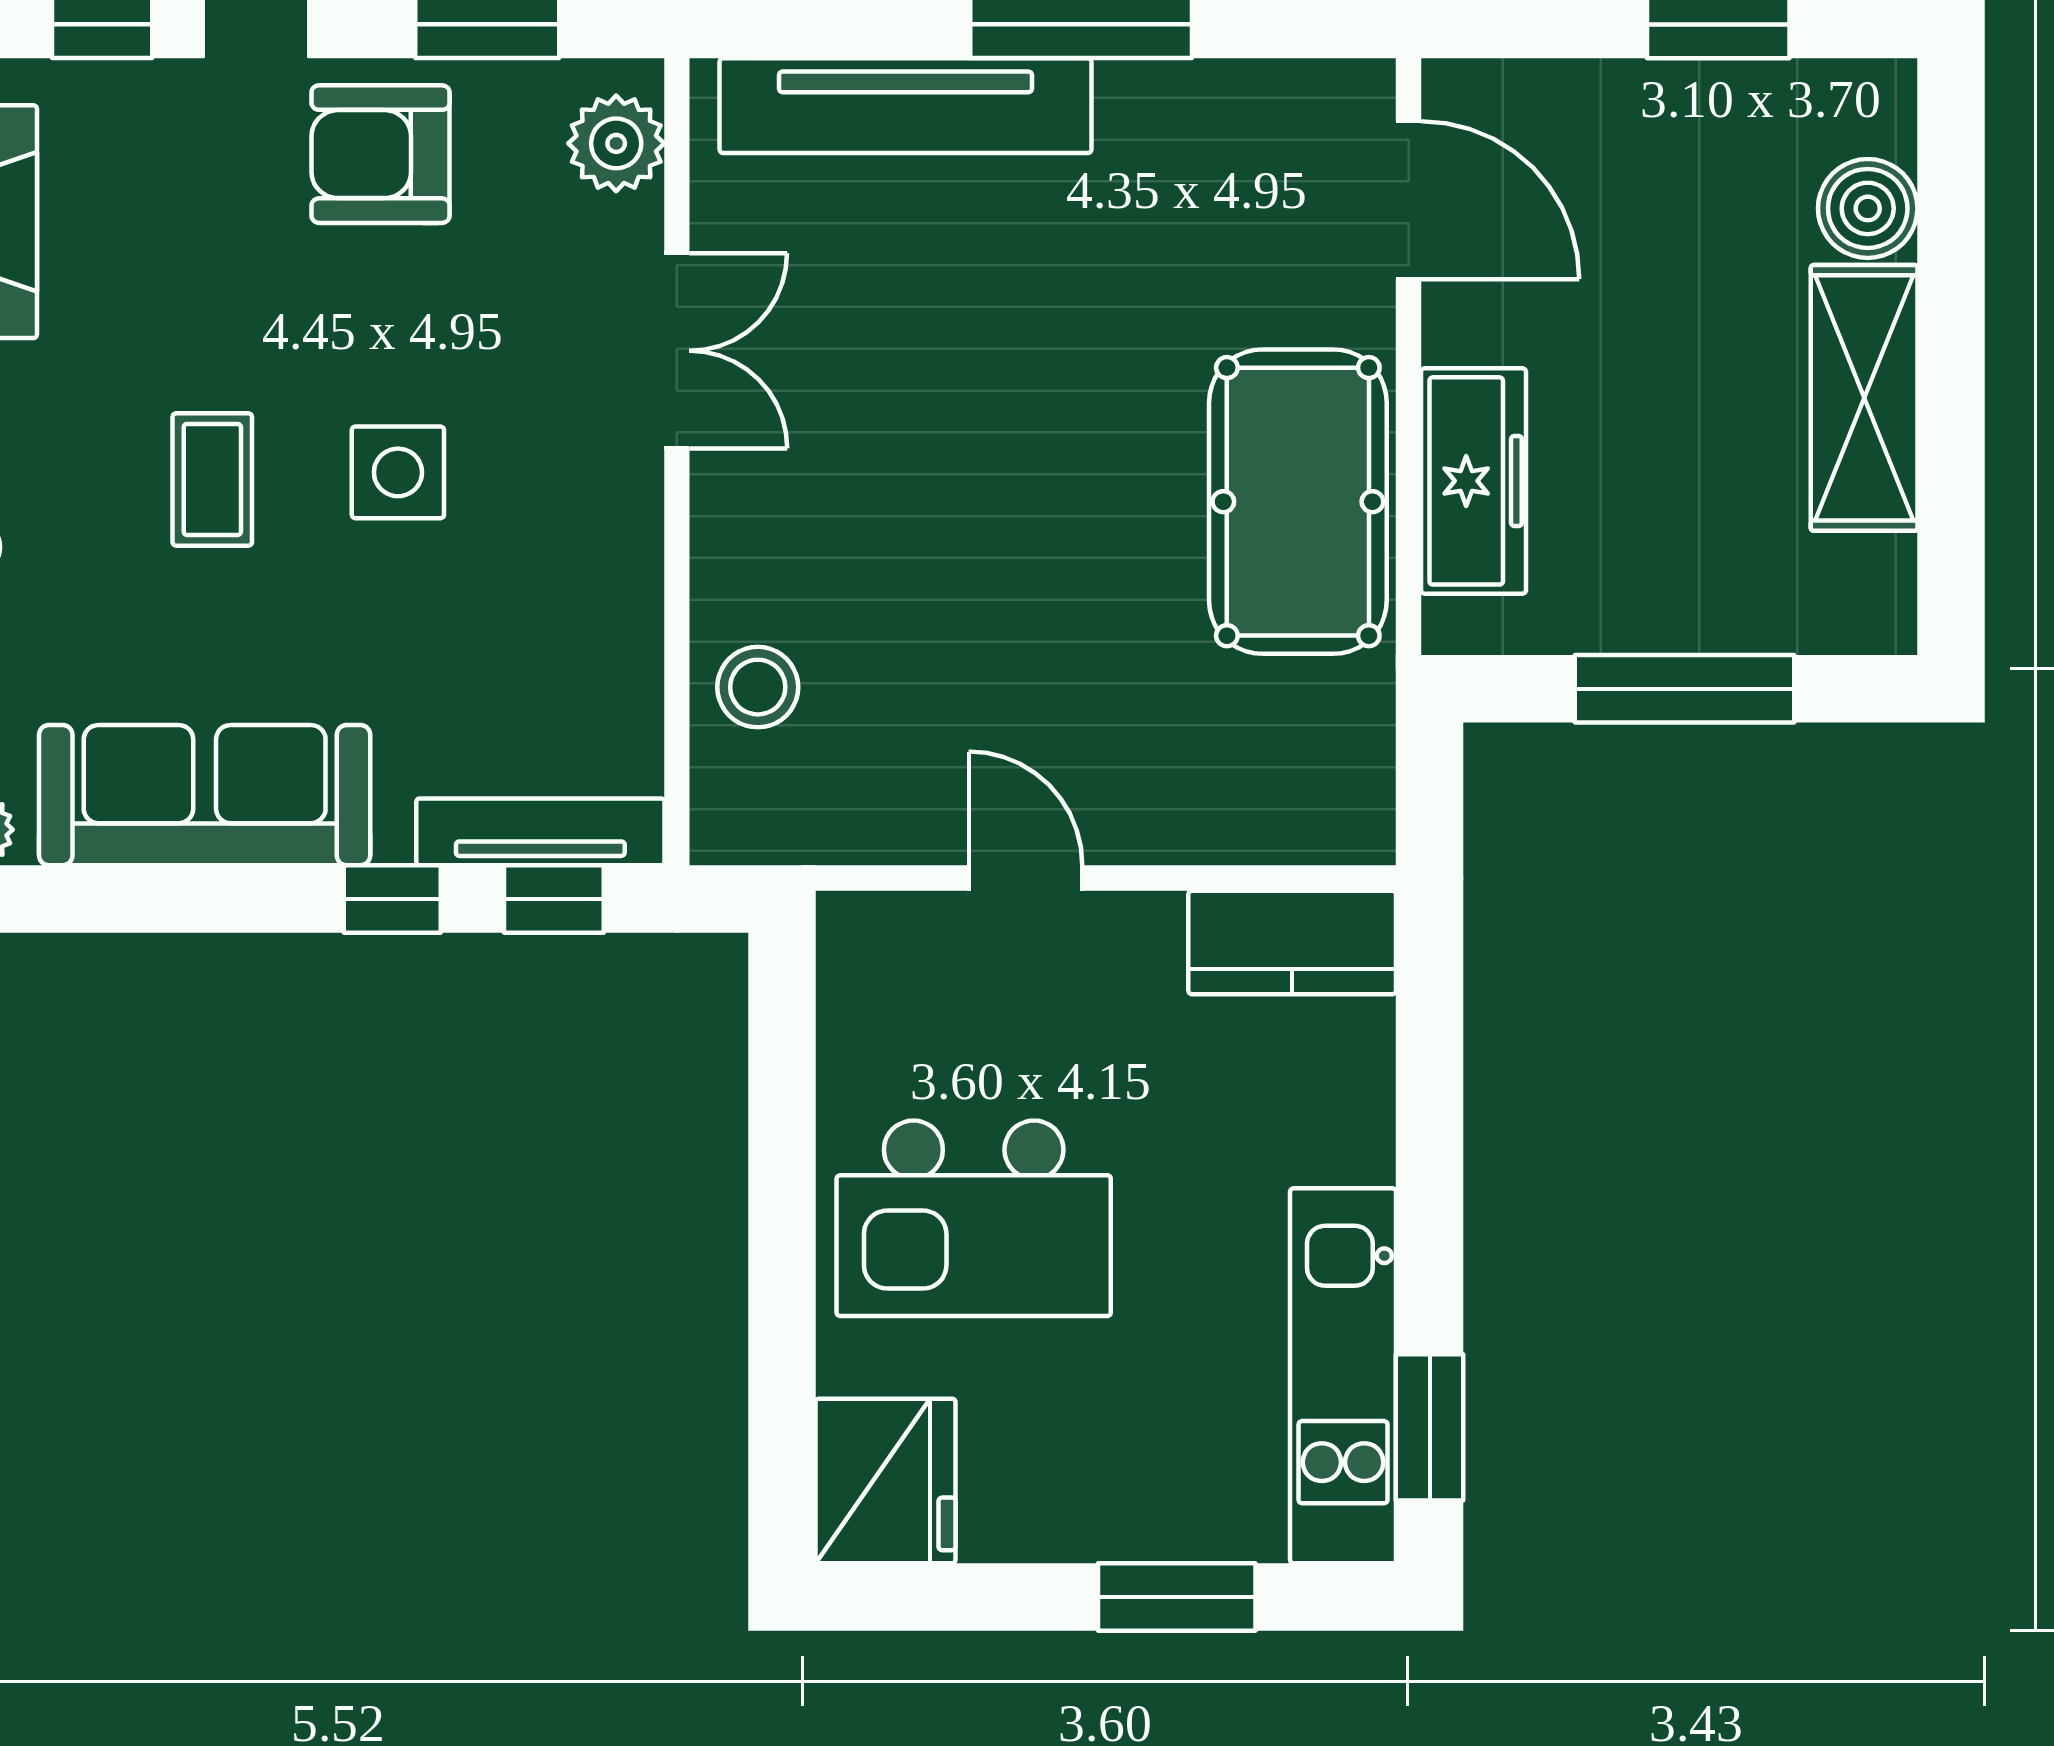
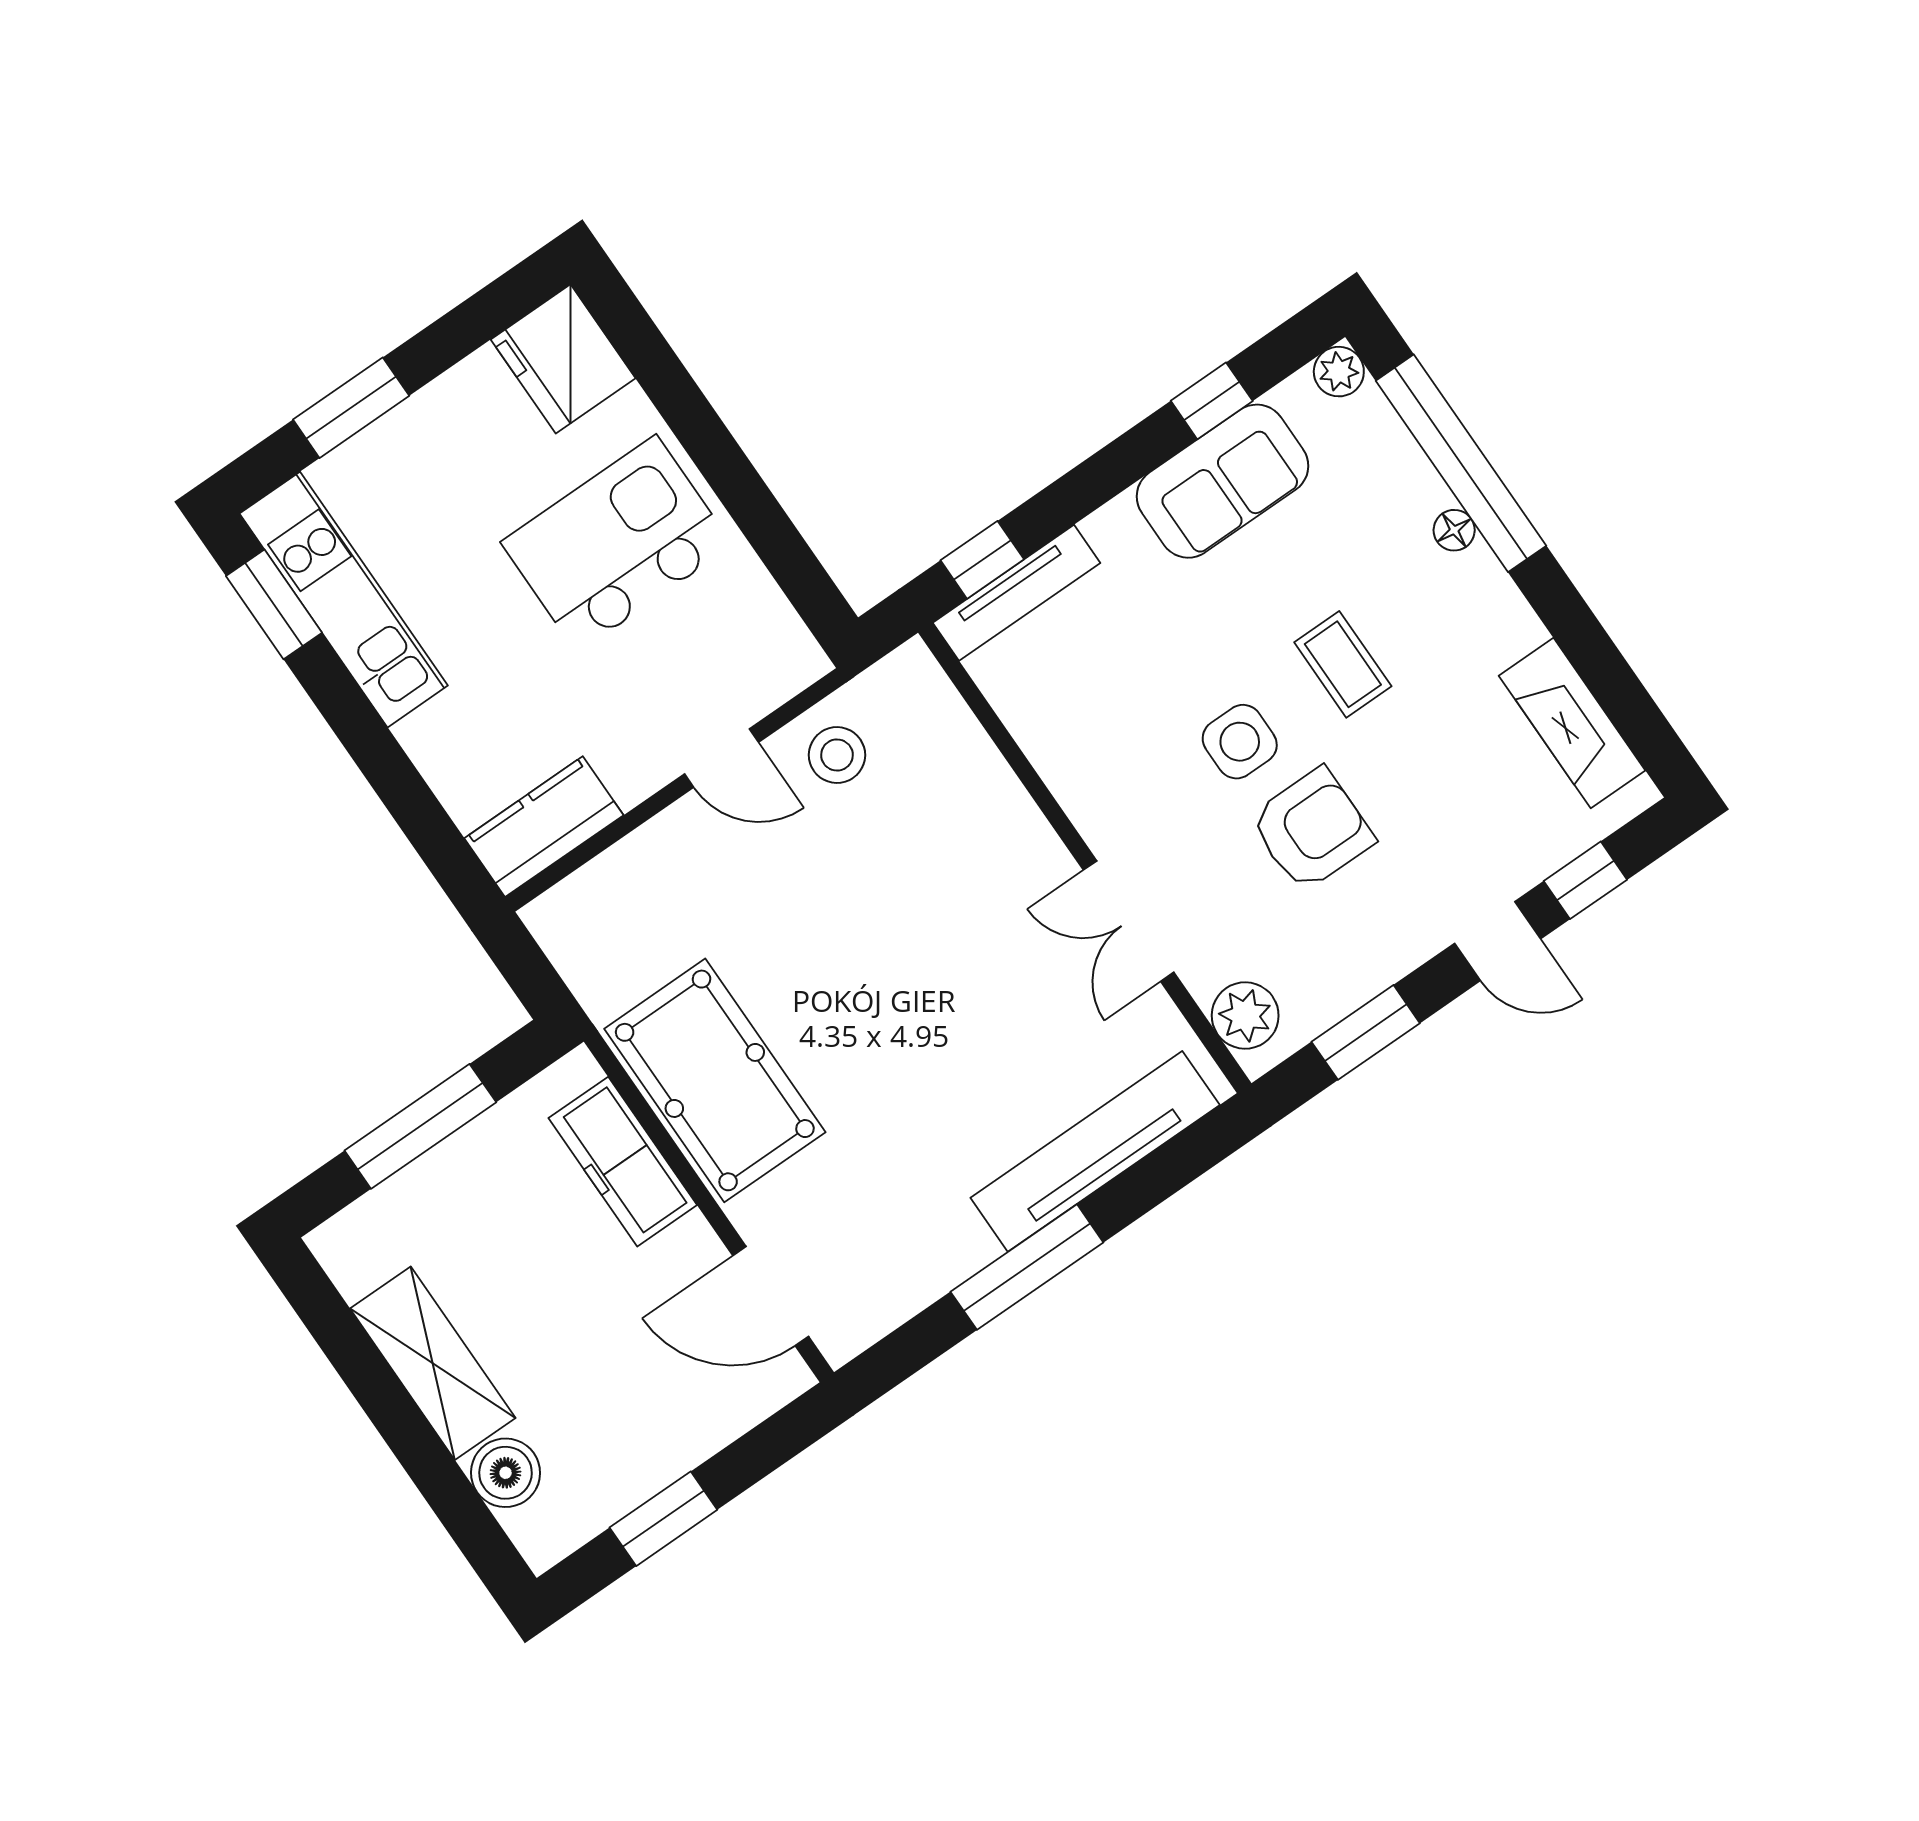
armchair: (381, 154) -> (1312, 829), moved
stool: (758, 687) -> (837, 755), moved
sofa: (205, 795) -> (1222, 481), width x0.73
window: (392, 899) -> (1212, 401), moved

